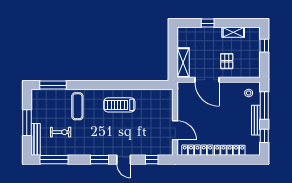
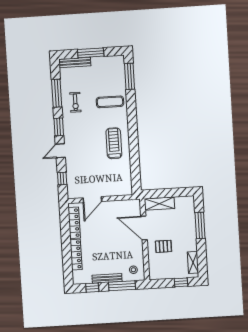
window: (208, 23) -> (200, 225), width x2.17
shelving: (233, 32) -> (193, 262), moved
door: (207, 80) -> (144, 228), hinge flipped
exercise bike: (61, 132) -> (75, 102), moved
window: (54, 160) -> (57, 93), moved

